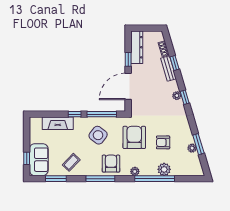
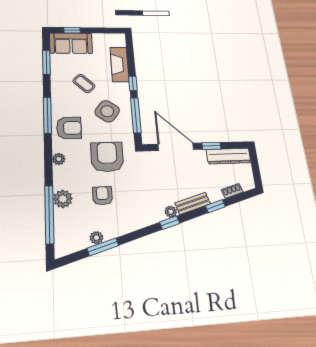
bench: (168, 69) -> (193, 203), moved
armchair: (134, 137) -> (107, 157), turned -90
coffee table: (71, 162) -> (84, 84), moved
window: (155, 179) -> (49, 214), moved

